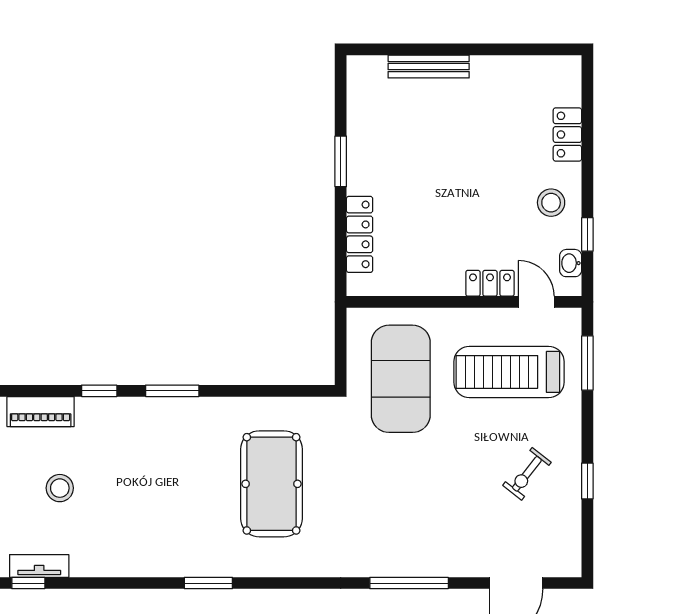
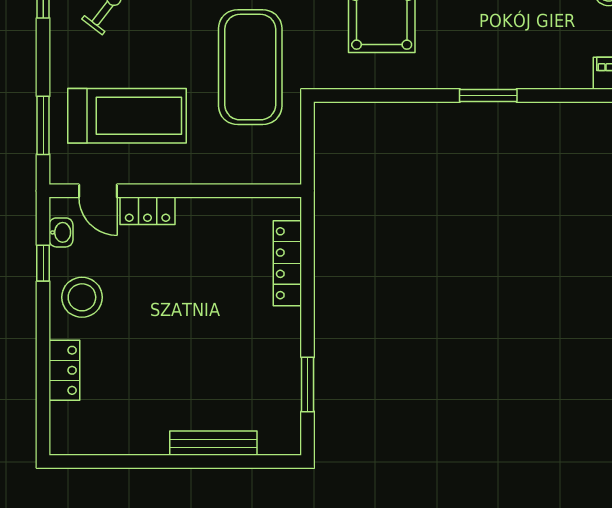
window: (341, 161) -> (308, 384), moved
stool: (551, 203) -> (82, 297), width x1.38, depth x1.38
exercise mat: (401, 379) -> (250, 67), moved
window: (99, 391) -> (566, 96), removed

